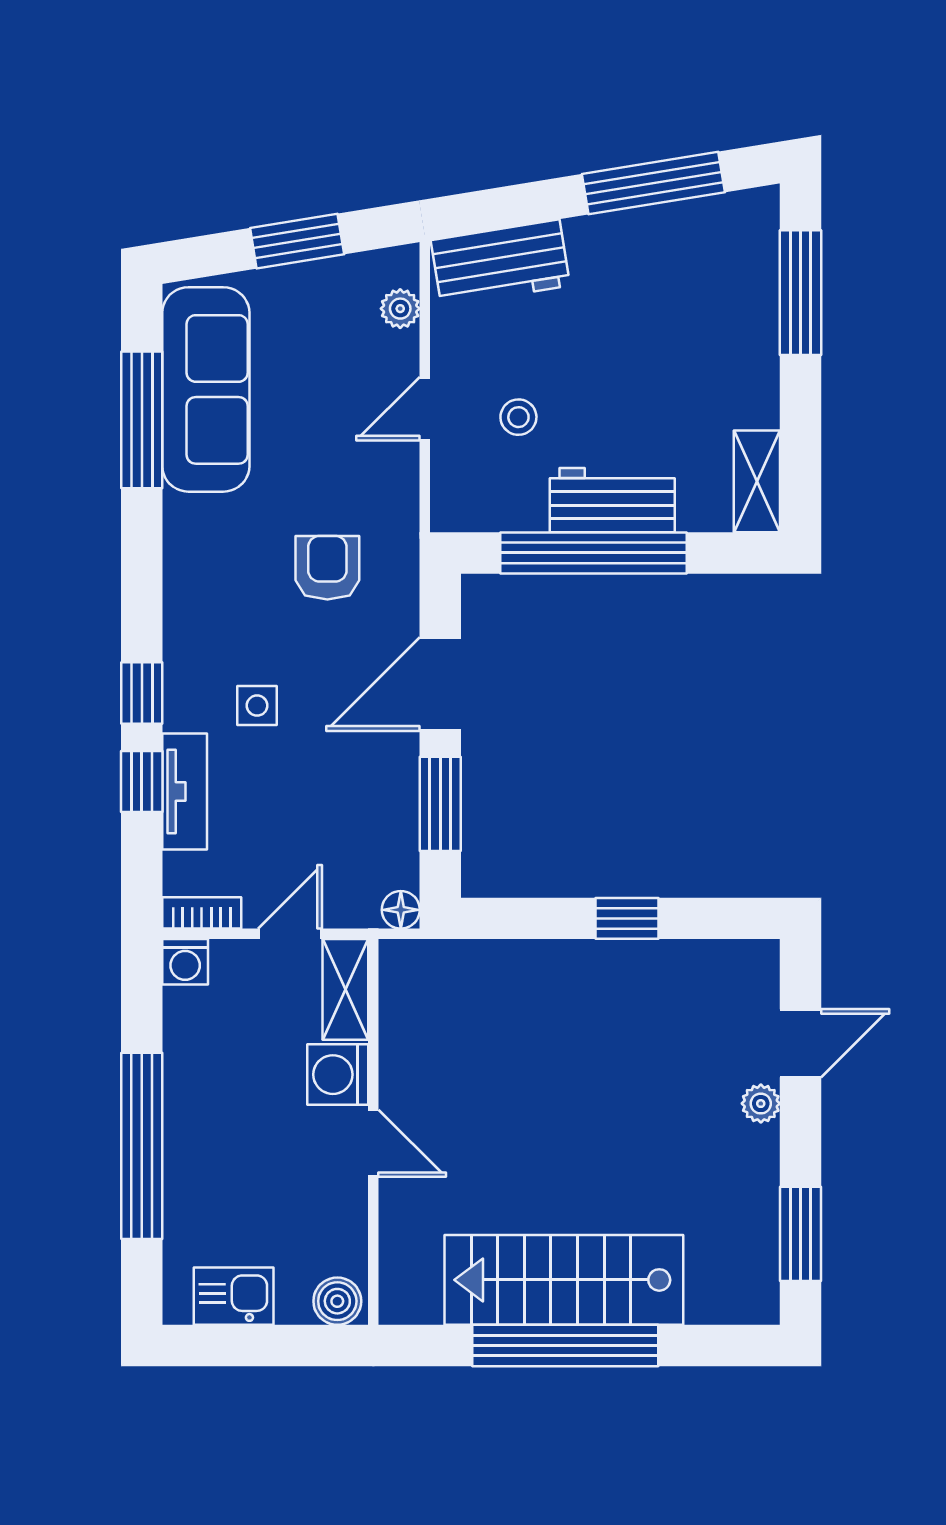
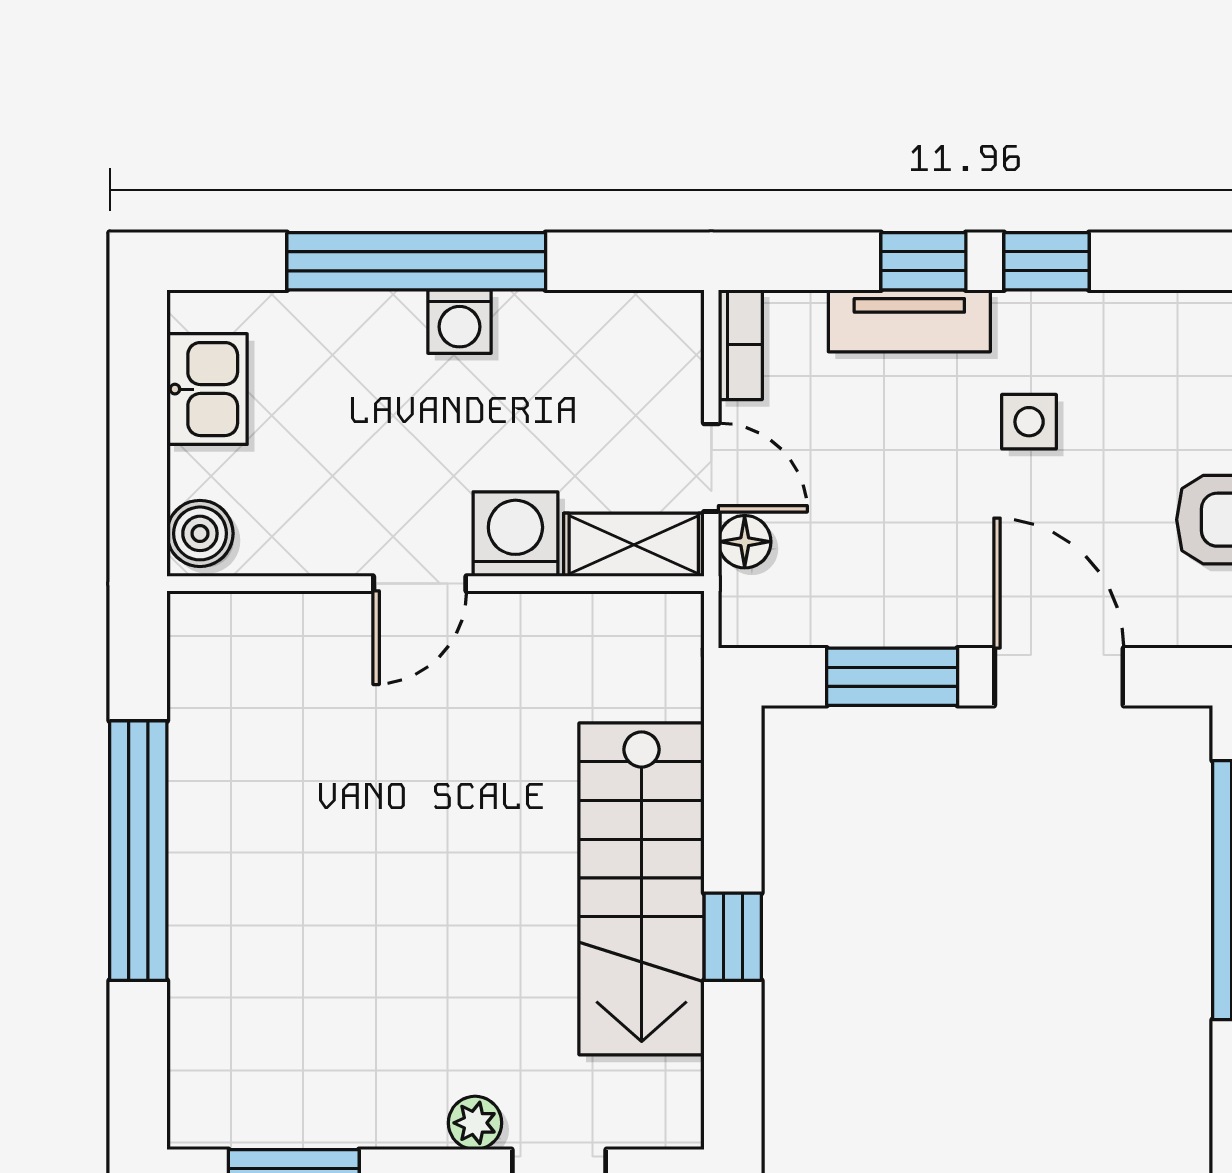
floor lamp: (401, 910) -> (745, 542), moved
washing machine: (185, 962) -> (459, 322), moved, turned -90
stairs: (564, 1280) -> (642, 889), moved, turned 180

